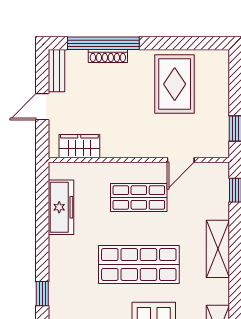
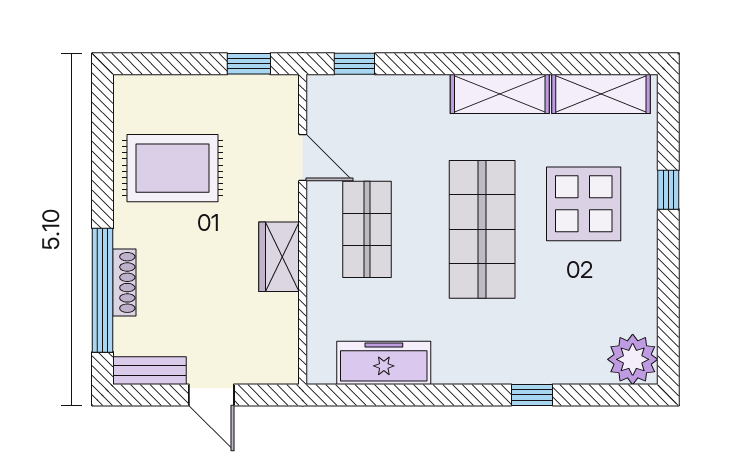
wardrobe: (79, 146) -> (279, 257), moved
shelving: (218, 249) -> (500, 94), moved

